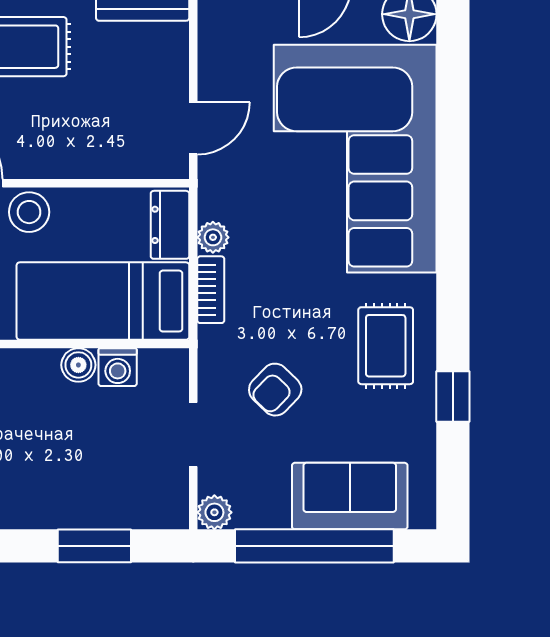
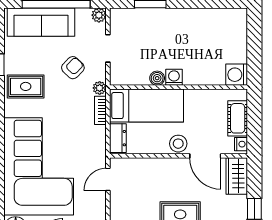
plant: (213, 237) -> (100, 88), moved
rug: (386, 346) -> (26, 86), turned 90
washing machine: (118, 367) -> (174, 77), moved
sofa: (350, 496) -> (41, 22), width x1.36

